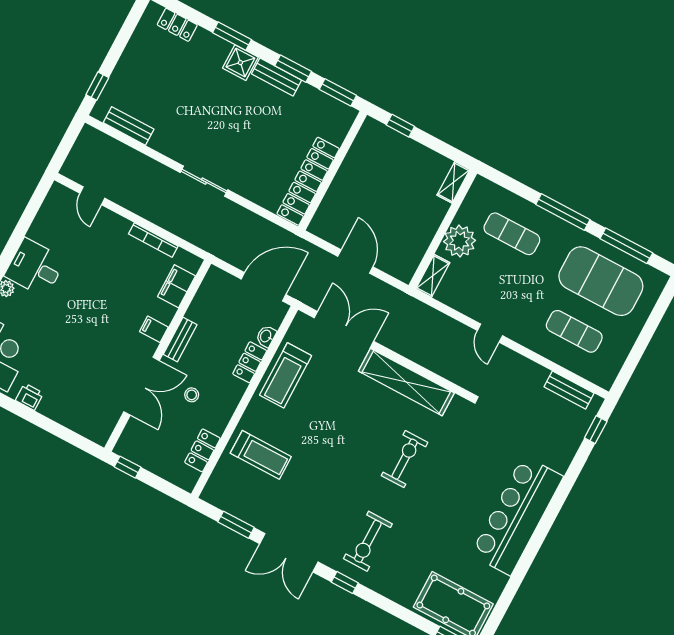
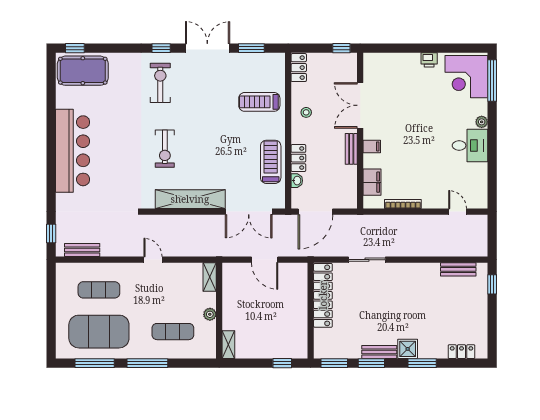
sliding door: (204, 181) -> (367, 260), moved
plant: (460, 241) -> (210, 314), width x0.53, depth x0.53
stool: (192, 395) -> (306, 112), moved
locker: (202, 450) -> (299, 68), moved

